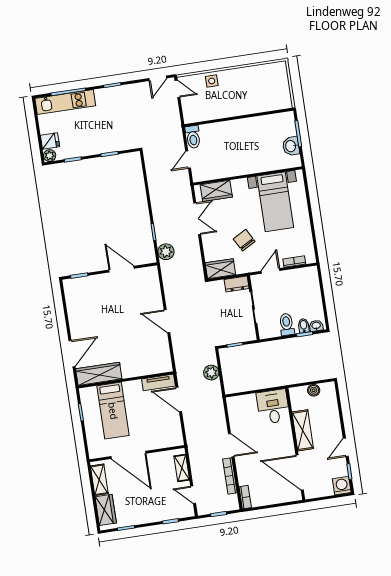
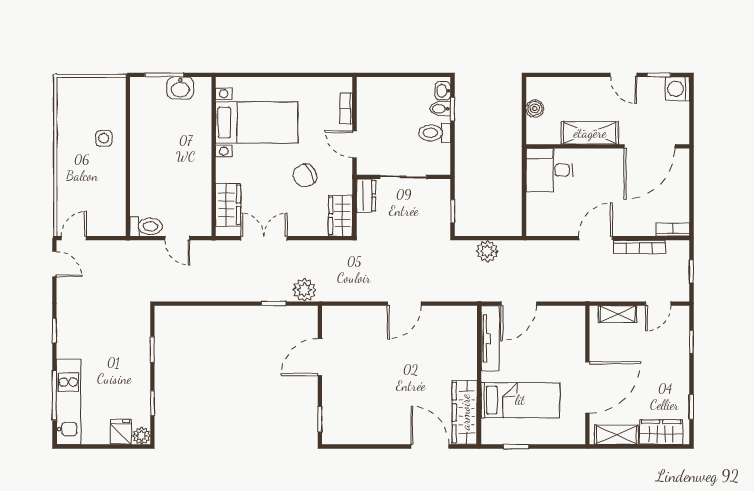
side table: (212, 81) -> (104, 138), moved
tv unit: (158, 382) -> (490, 338), width x1.41

